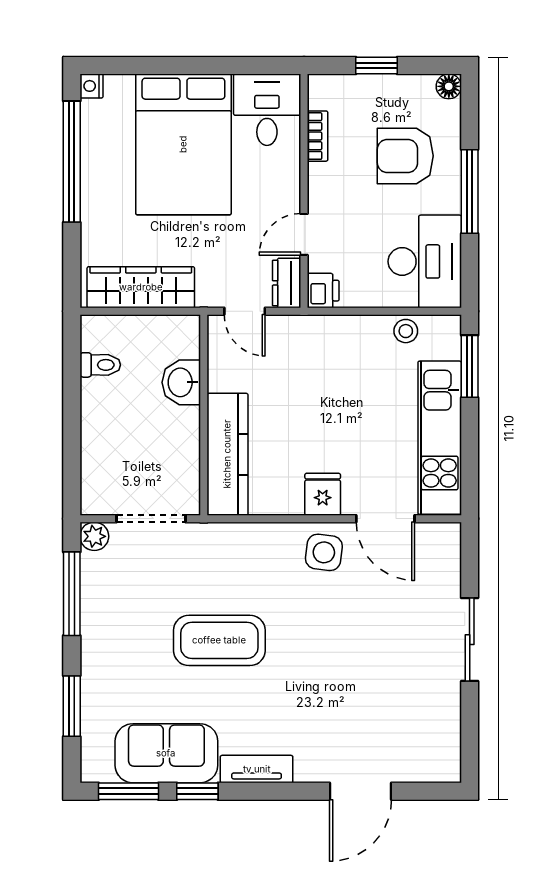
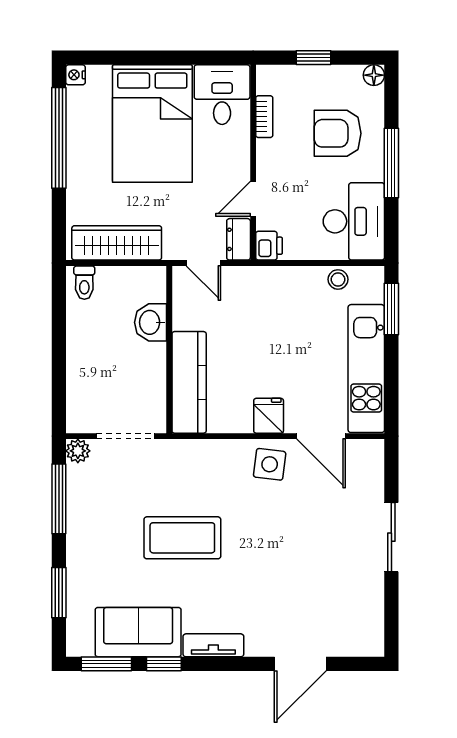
toilet: (100, 365) -> (84, 283), moved, turned 90

